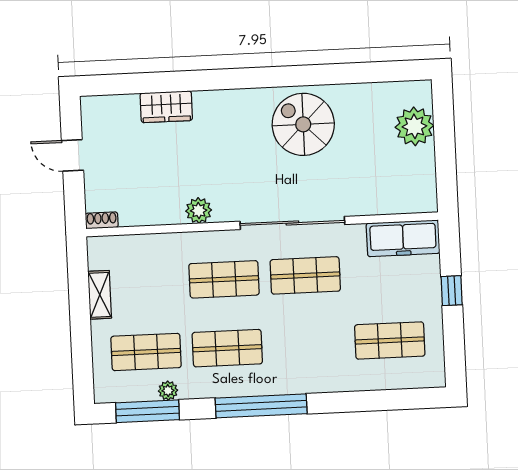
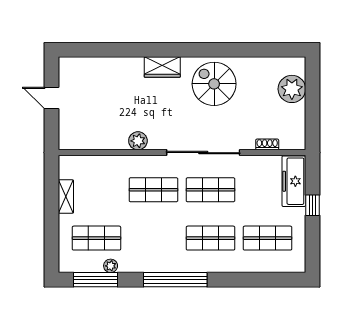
wardrobe: (166, 107) -> (162, 67), moved
shoe rack: (102, 220) -> (267, 144), moved
freezer: (403, 238) -> (294, 181), moved, turned 90
shop shelf: (227, 348) -> (210, 238), moved

